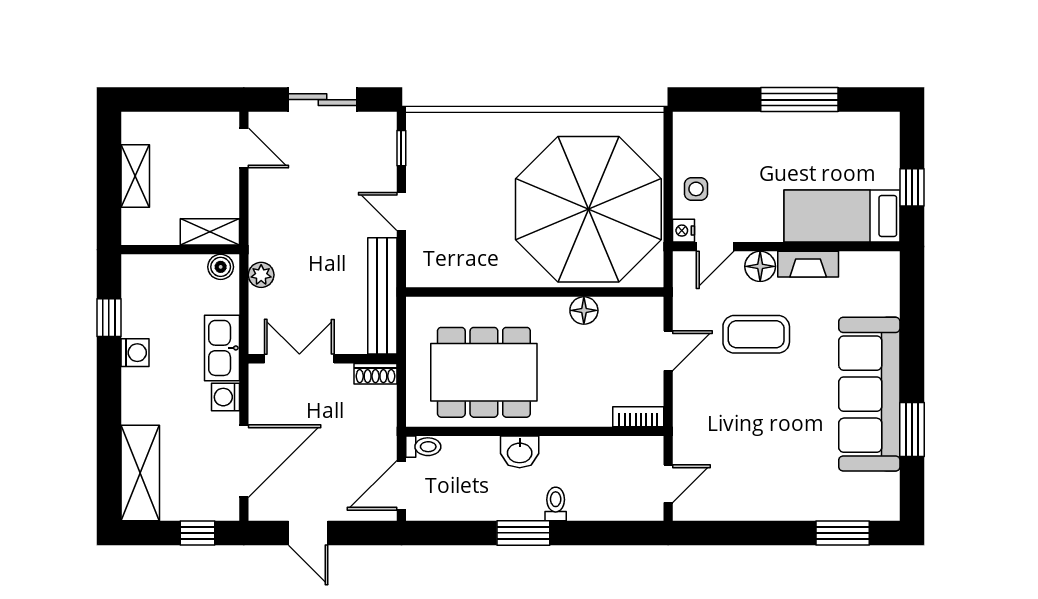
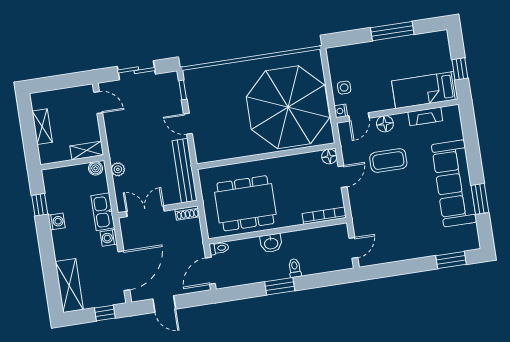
fireplace: (808, 264) -> (425, 116), moved
floor lamp: (584, 310) -> (329, 157), moved
bookcase: (638, 417) -> (324, 216), width x1.56

